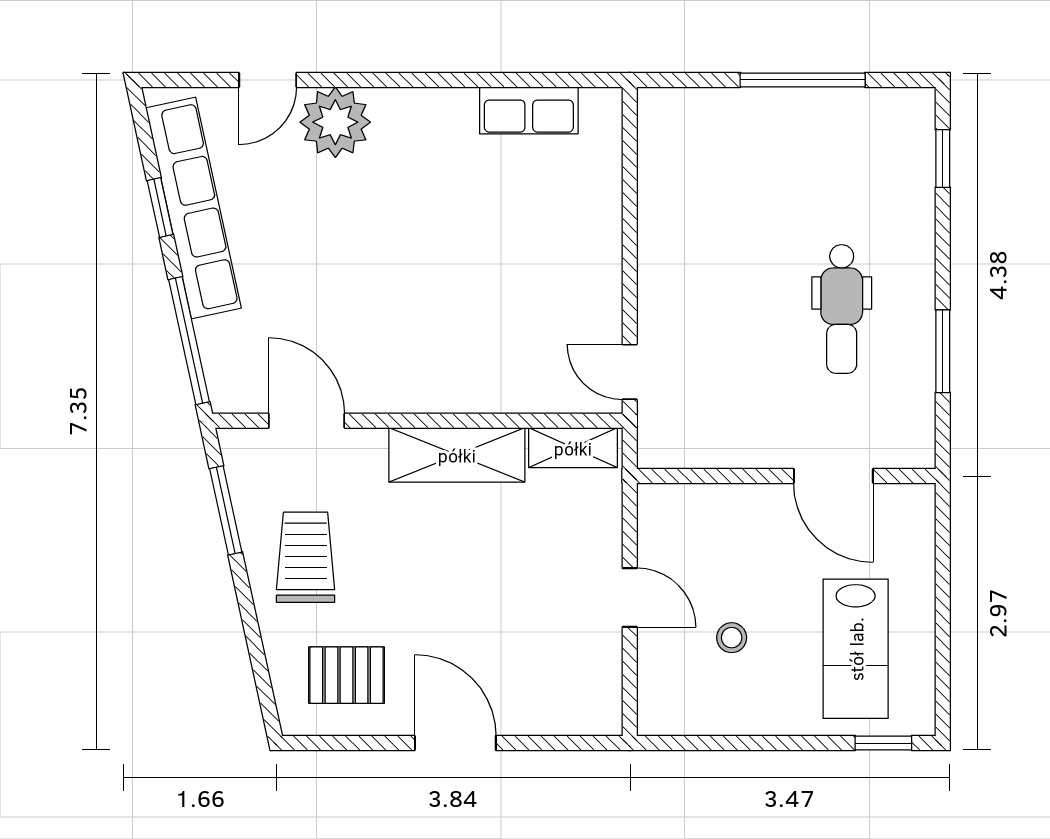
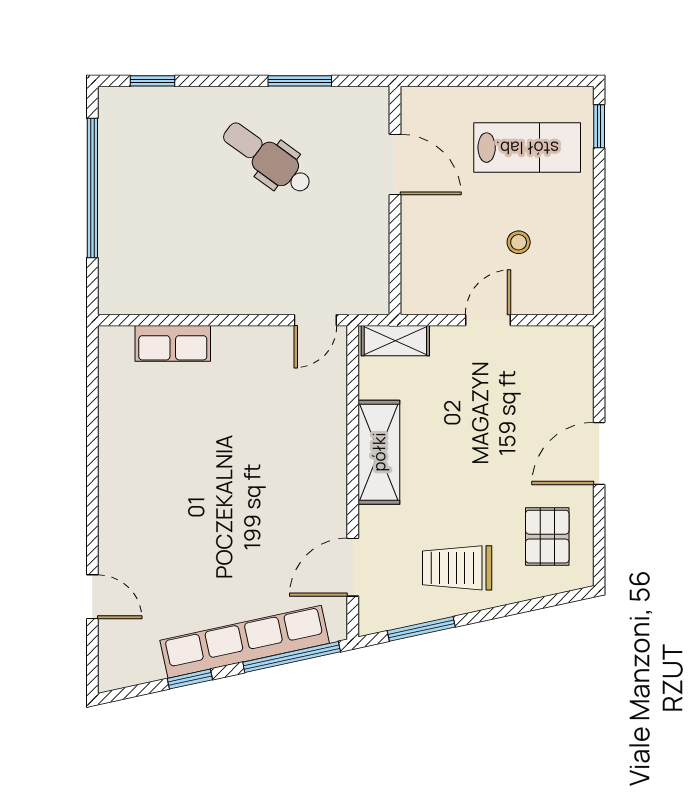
window: (803, 80) -> (92, 188), width x1.46
row of seats: (529, 110) -> (173, 343), moved, turned 90
plant: (335, 122) -> (125, 545), removed
row of seats: (193, 208) -> (245, 642), moved
dental chair: (842, 309) -> (267, 158), turned -144
shelving: (573, 448) -> (395, 341), moved, turned 90
door: (833, 476) -> (395, 165), hinge flipped

